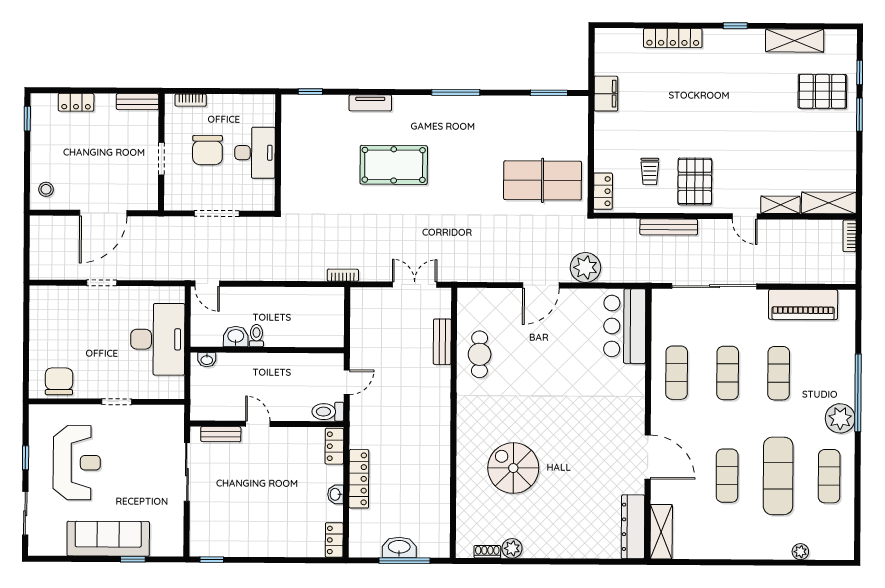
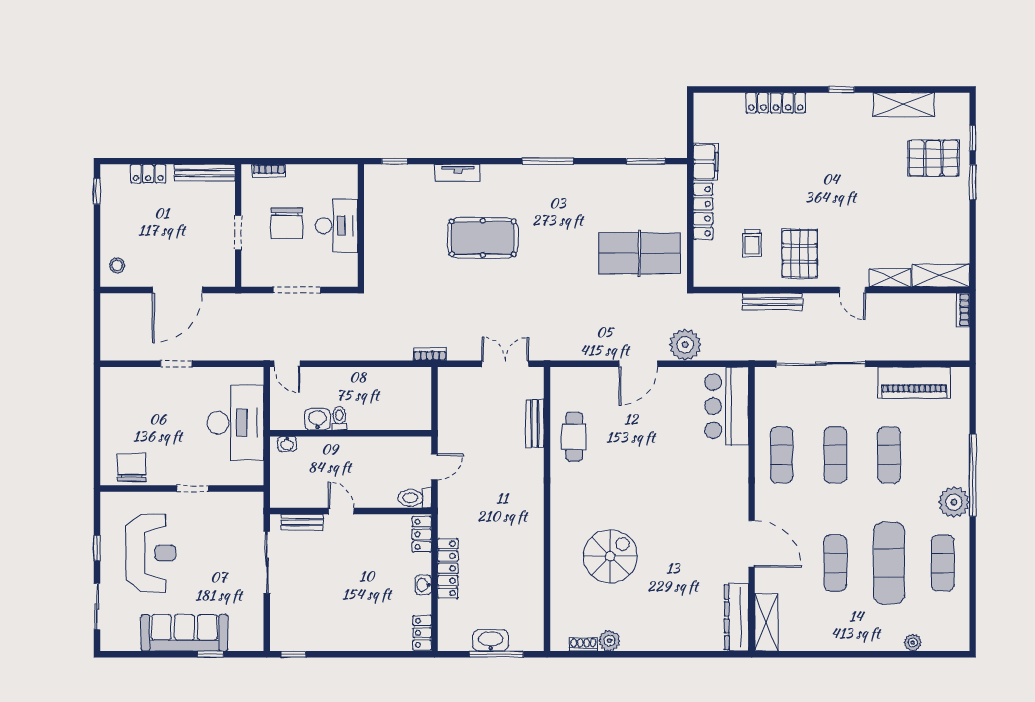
bench: (138, 102) -> (205, 173), width x1.36
locker: (603, 191) -> (703, 211), moved, width x1.53
spiral stairs: (513, 468) -> (610, 556), turned 90

